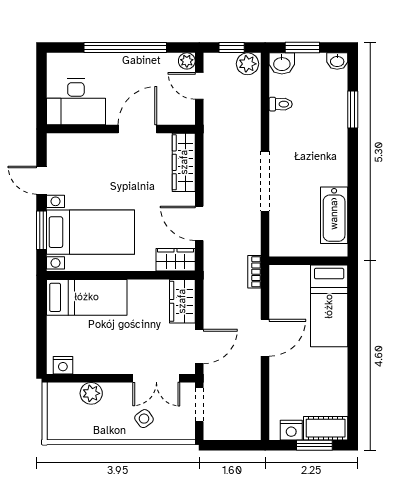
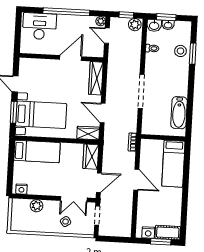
washbasin: (337, 61) -> (168, 25), moved
desk: (76, 102) -> (39, 26), moved, turned 180
stool: (331, 106) -> (180, 51), added
door: (265, 338) -> (136, 180), hinge flipped

